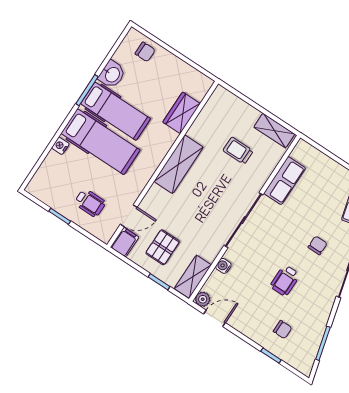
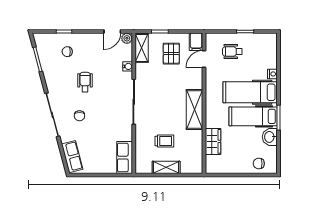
shelving: (274, 131) -> (166, 167), moved
row of seats: (285, 181) -> (125, 158), moved

